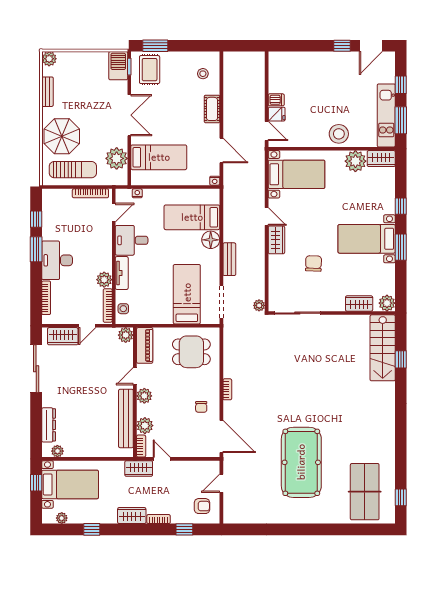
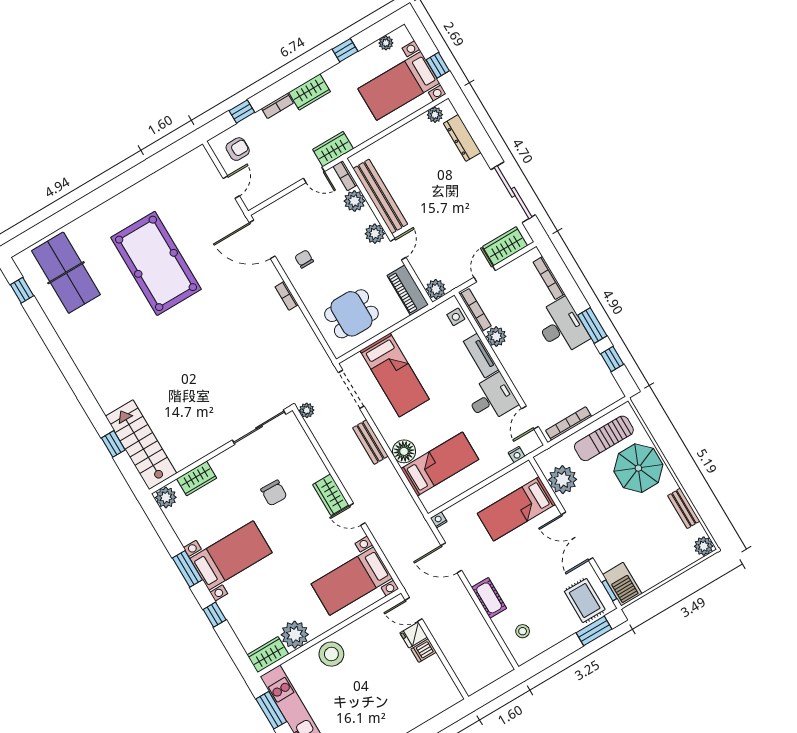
armchair: (202, 506) -> (238, 149), turned 180

